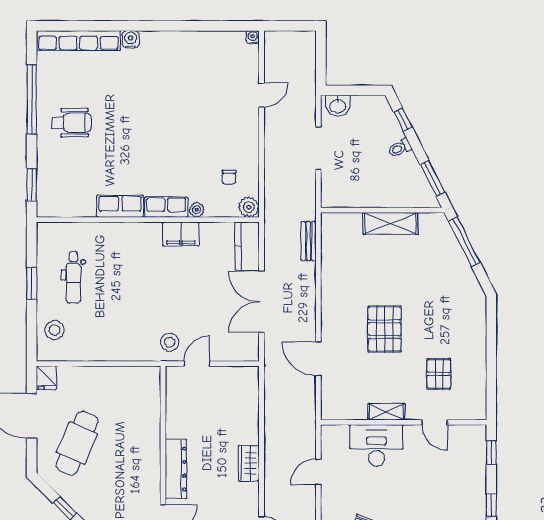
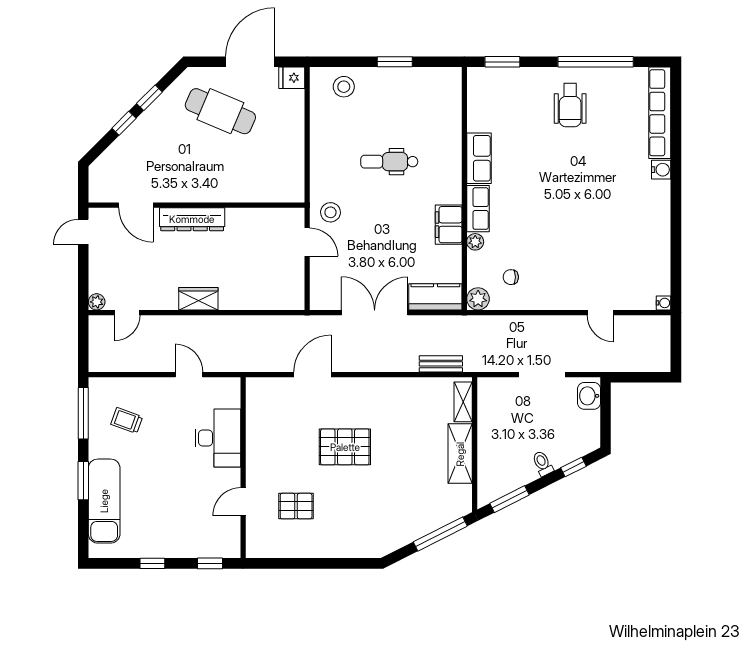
dental chair: (73, 278) -> (389, 162), moved
shelving: (386, 412) -> (463, 402), moved

